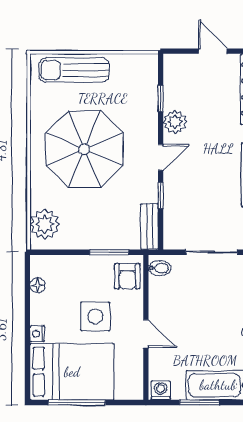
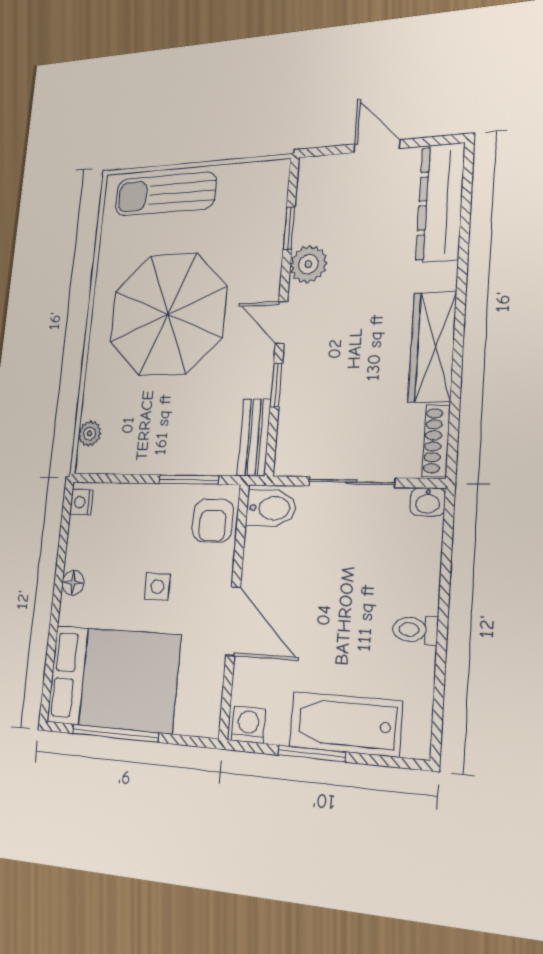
door: (161, 157) -> (281, 323), swing flipped
plant: (45, 224) -> (90, 434), width x0.53, depth x0.53
bidet: (160, 268) -> (271, 508), width x1.38, depth x1.36
floor lamp: (37, 285) -> (73, 583), moved
side table: (95, 316) -> (157, 587), width x0.54, depth x0.54
nightstand: (37, 334) -> (81, 502), moved
door: (146, 334) -> (233, 621), width x1.38

